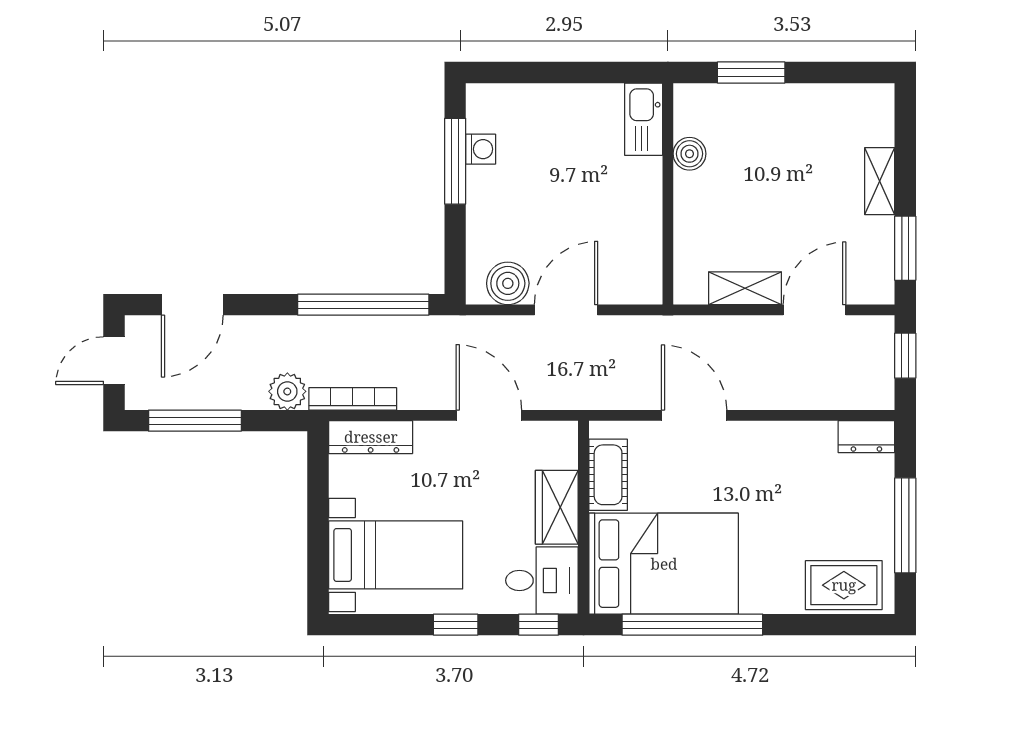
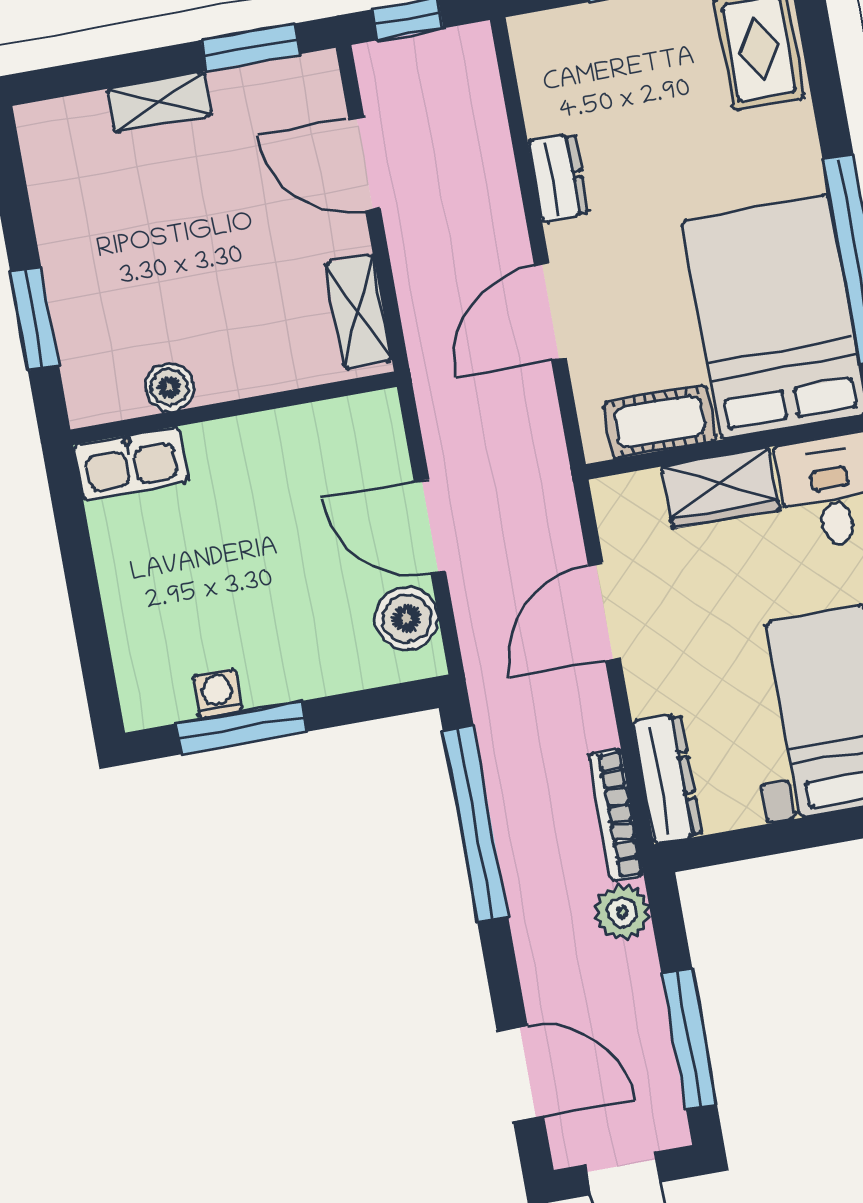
shelving: (745, 288) -> (359, 312), moved
dresser: (866, 437) -> (558, 178), moved

